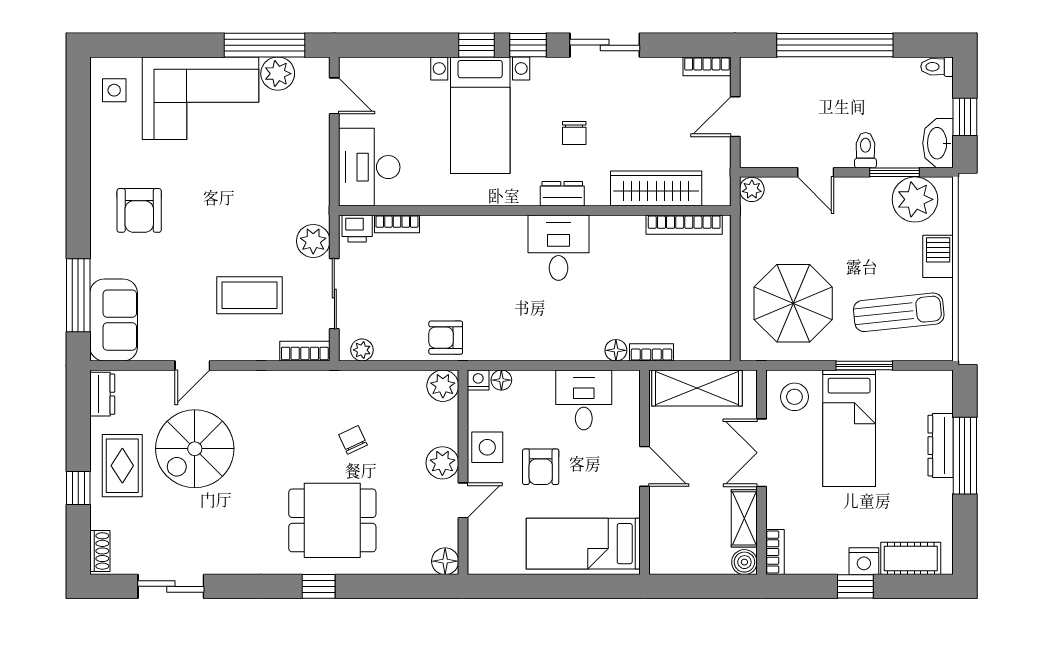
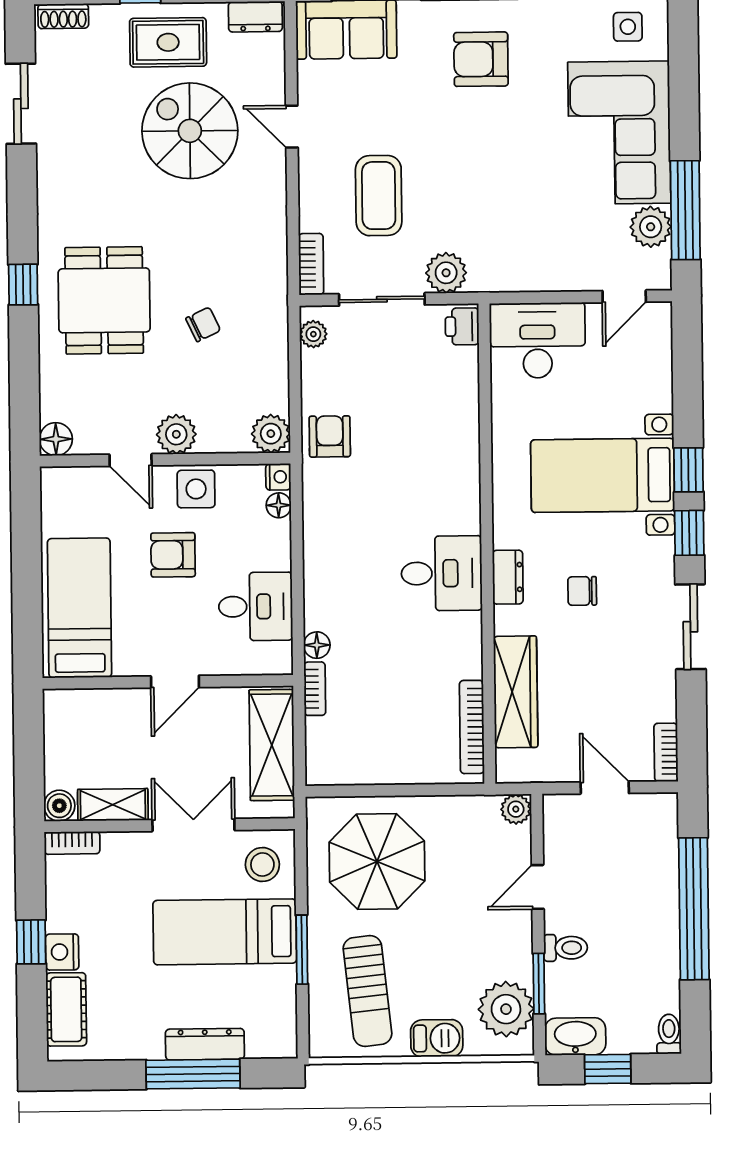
bookcase: (397, 224) -> (468, 375), removed

